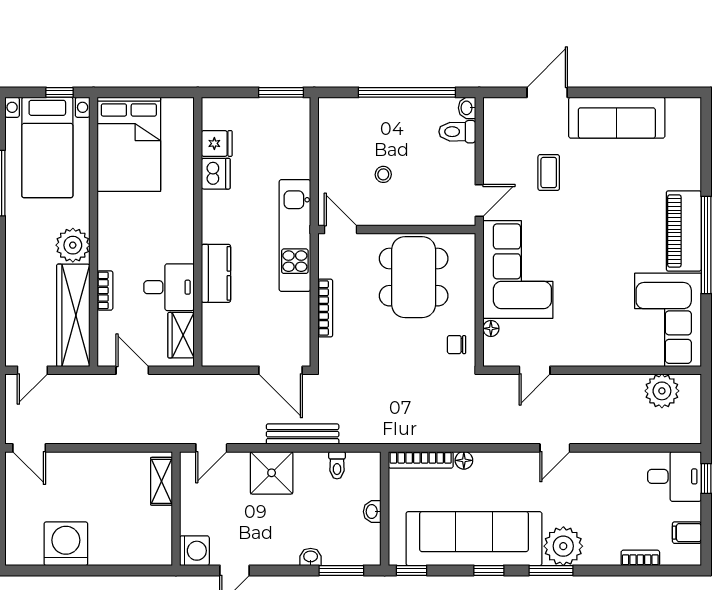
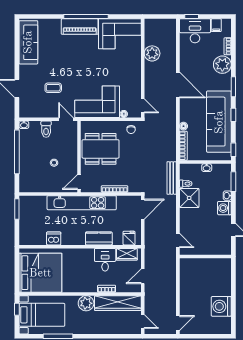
sofa: (617, 118) -> (28, 42), moved
toilet: (457, 132) -> (46, 129), moved
fridge: (217, 143) -> (129, 238), moved
bed: (129, 144) -> (40, 273), width x1.36
kitchen unit: (295, 236) -> (82, 203), width x1.36
door: (535, 370) -> (143, 106), moved
plant: (662, 391) -> (152, 53), moved
bench: (303, 434) -> (172, 178), moved
door: (555, 448) -> (178, 85), width x1.88
shower: (272, 473) -> (189, 198), moved
desk: (674, 476) -> (195, 31), width x1.37
shelving: (162, 481) -> (193, 263), removed
plant: (563, 546) -> (222, 65), moved
washing machine: (194, 551) -> (224, 208), moved, turned -90

